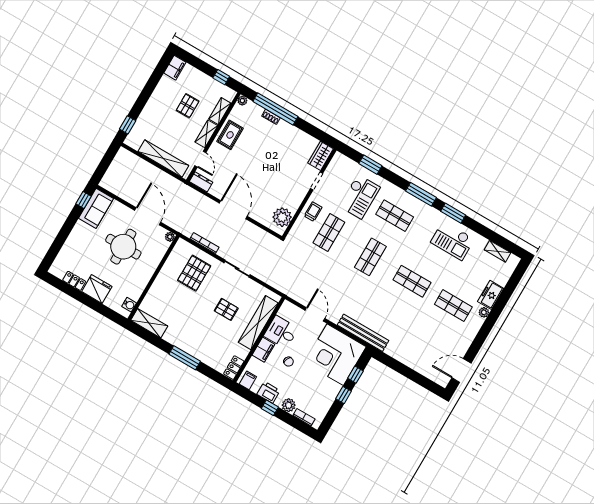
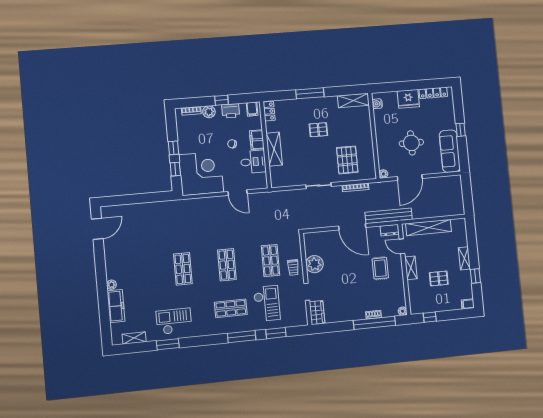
filing cabinet: (175, 68) -> (468, 304), width x0.50
pallet: (188, 106) -> (439, 278), turned 90
shelving: (220, 111) -> (464, 258), moved
window: (128, 125) -> (475, 276), moved
rug: (230, 135) -> (380, 268), moved
window: (421, 194) -> (242, 337), moved
checkout: (360, 197) -> (267, 303), turned 180
window: (83, 200) -> (461, 130), moved
sofa: (96, 208) -> (450, 151), width x1.36
window: (453, 213) -> (168, 344), moved
door: (148, 216) -> (410, 178), hinge flipped
plant: (282, 217) -> (314, 264), moved
round table: (123, 247) -> (411, 143), width x0.73, depth x0.73
locker: (74, 281) -> (433, 93), width x1.53
shop shelf: (412, 281) -> (183, 269), turned 90
freezer: (491, 295) -> (116, 306), width x1.40
shop shelf: (453, 306) -> (138, 273), removed
pallet: (226, 309) -> (318, 130), moved
shelving: (258, 323) -> (274, 149), width x0.68
bench: (363, 333) -> (389, 216), moved

